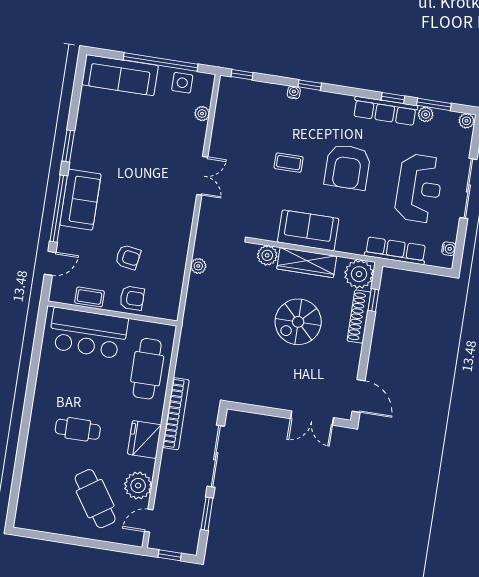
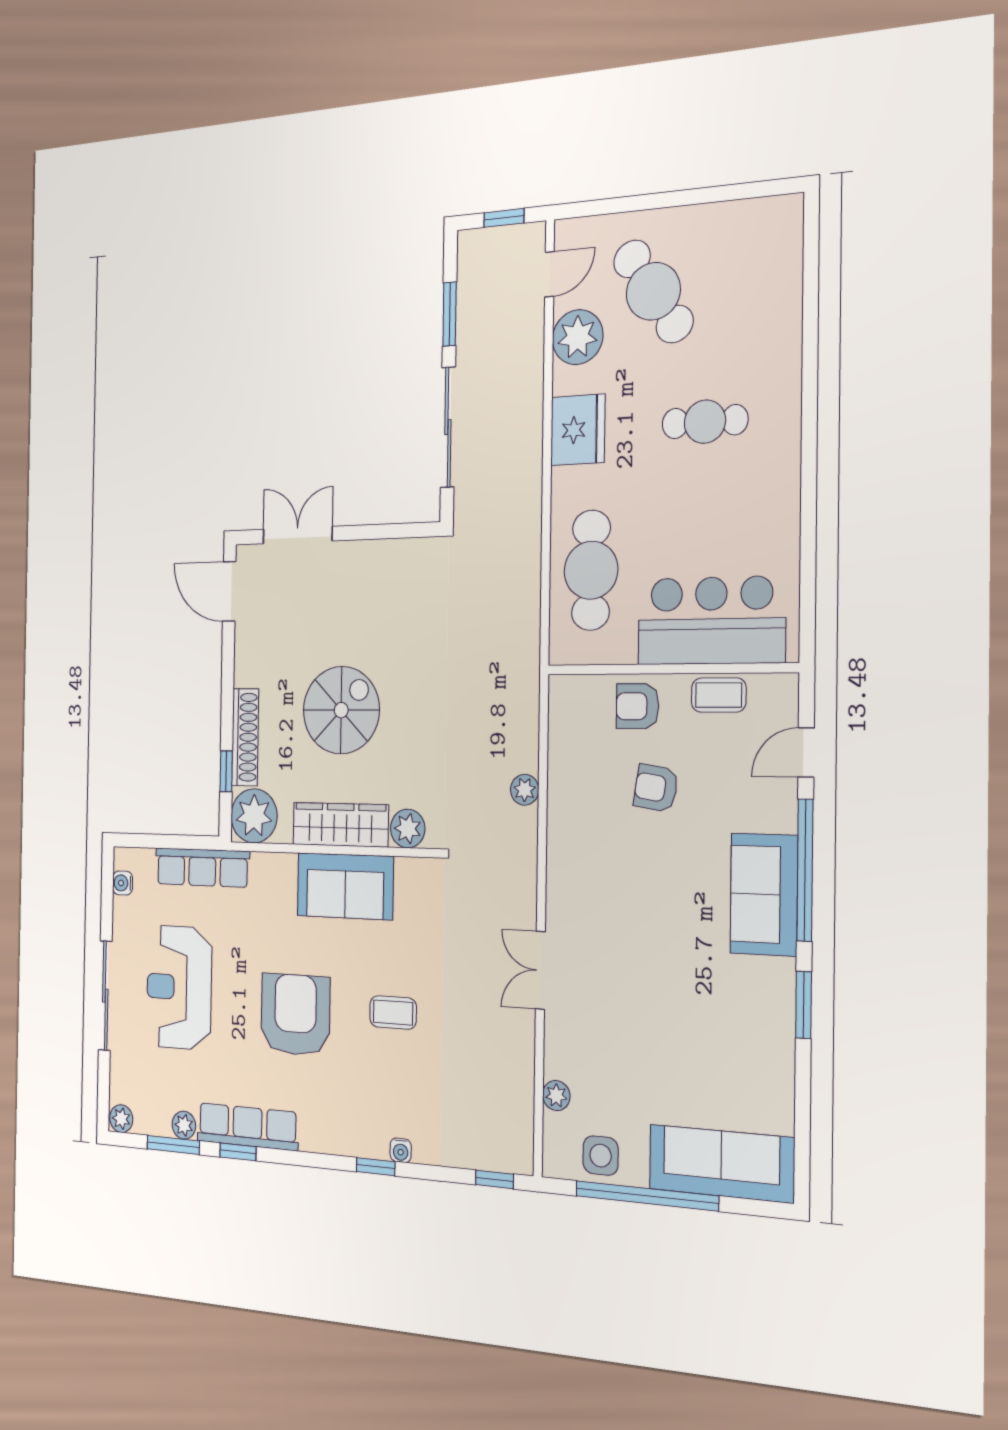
bookcase: (176, 414) -> (528, 493), removed

